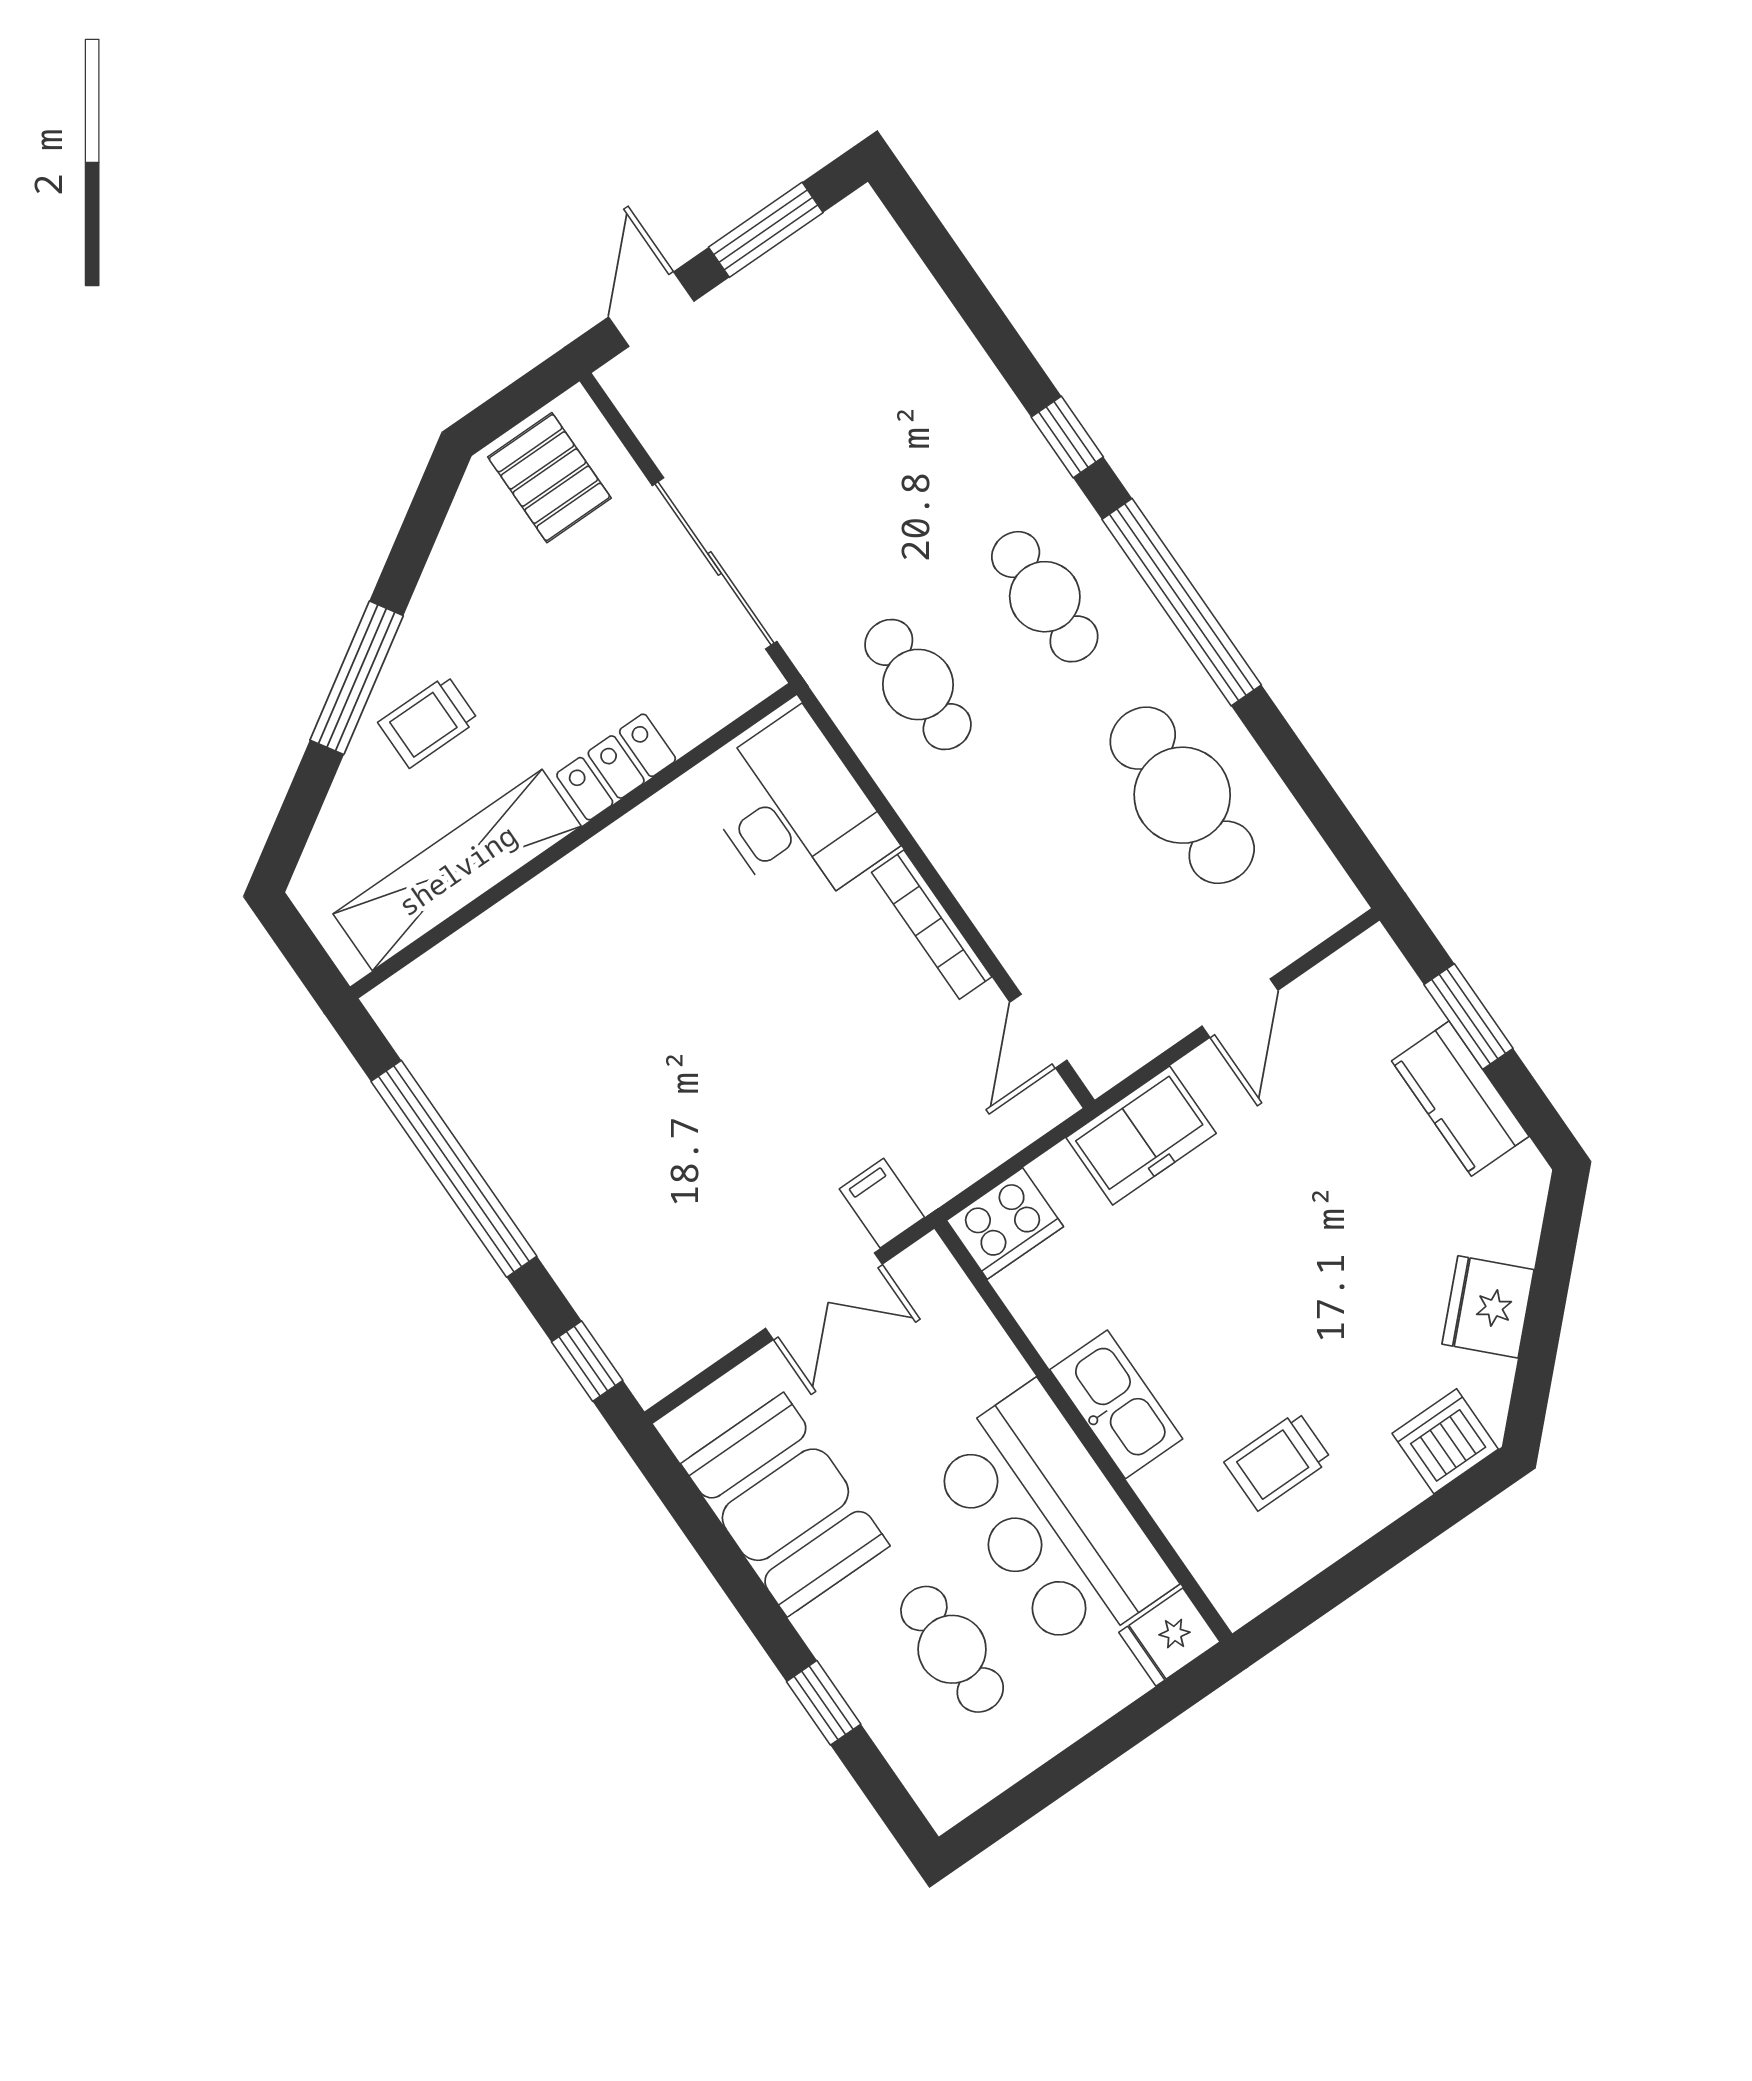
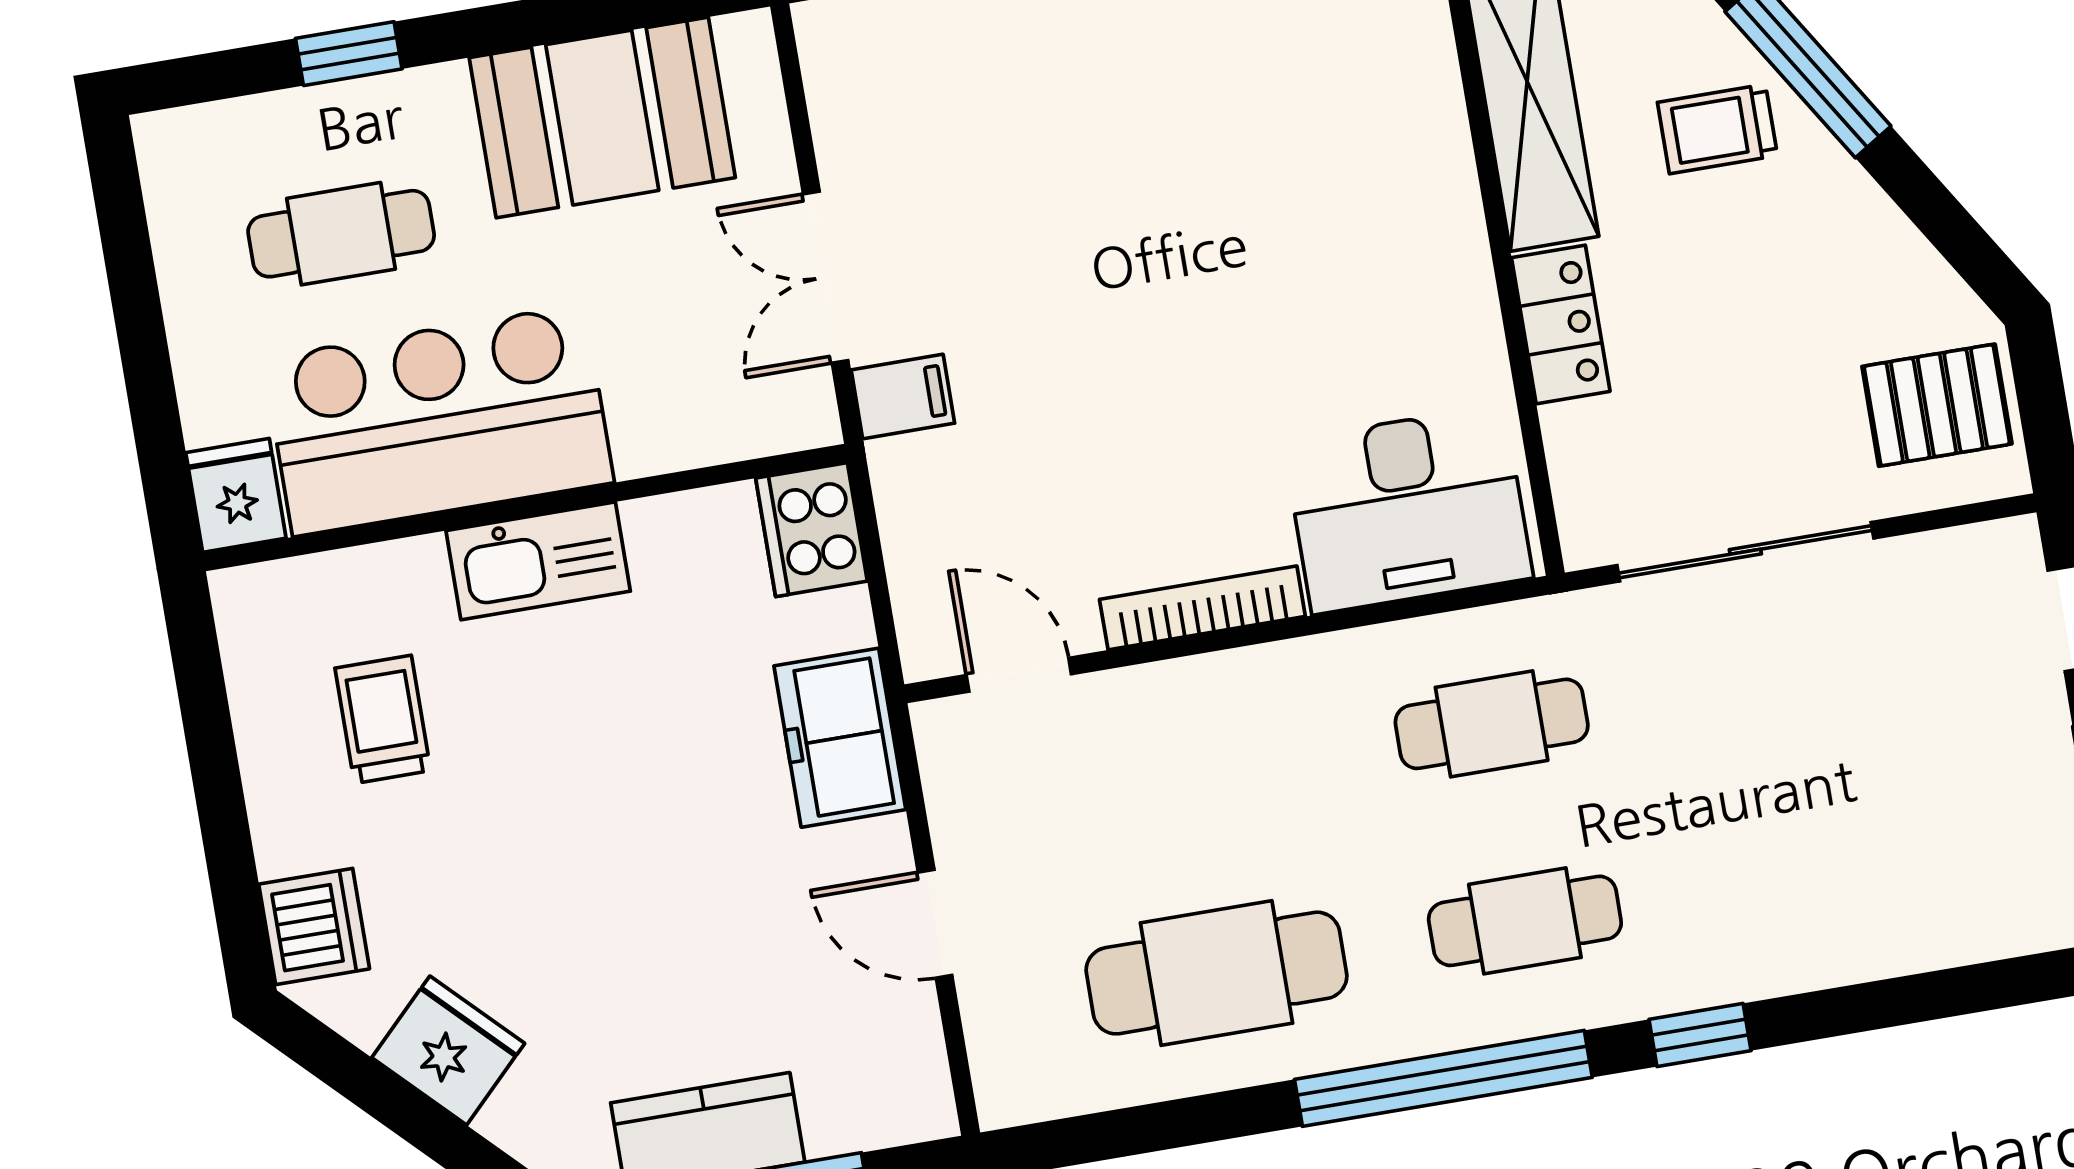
trolley: (428, 721) -> (1717, 129), turned -90

